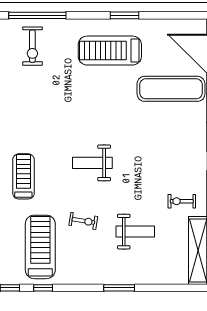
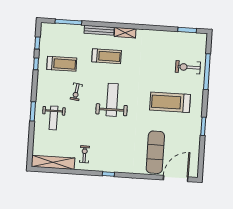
treadmill: (110, 51) -> (170, 102), moved, turned -90
weight bench: (92, 163) -> (112, 100), width x1.36, depth x1.33
weight bench: (135, 232) -> (53, 118), moved
treadmill: (40, 247) -> (62, 64), width x0.73, depth x0.73

